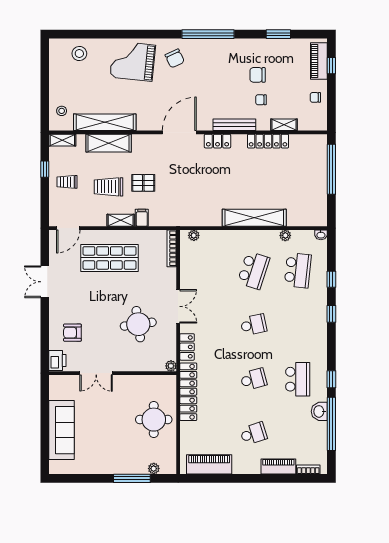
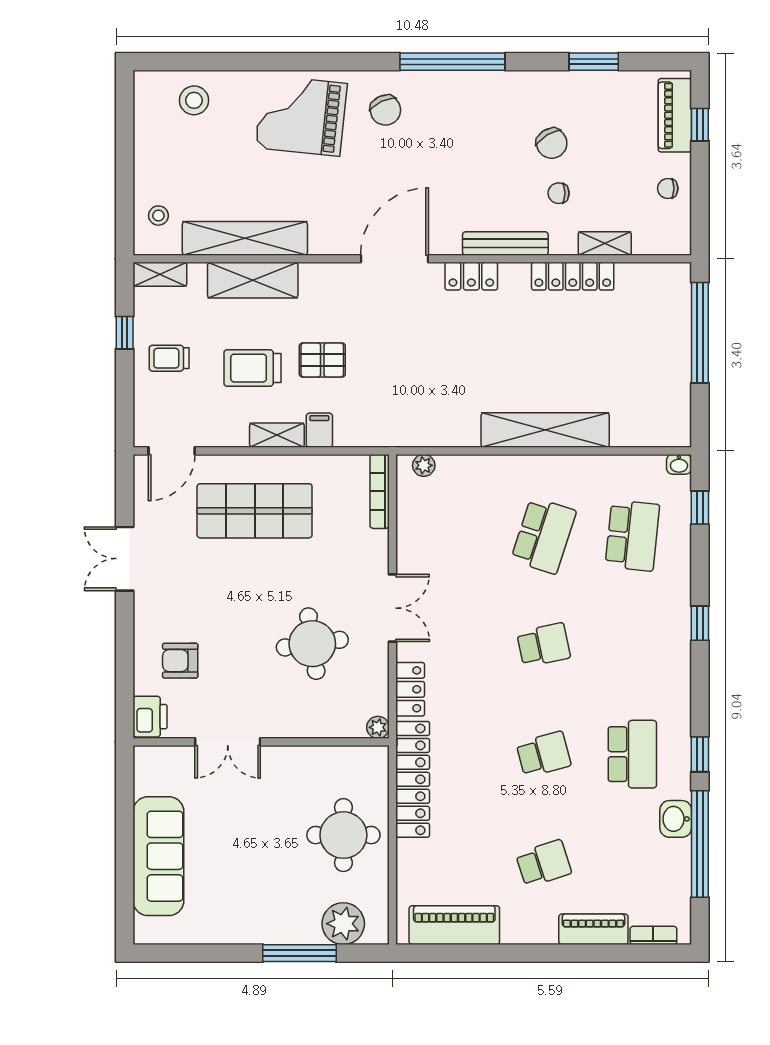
chair: (258, 75) -> (552, 143), turned -122
plant: (285, 235) -> (607, 466), removed
window: (331, 279) -> (700, 508), moved
plant: (154, 469) -> (343, 924), width x1.87, depth x1.87

